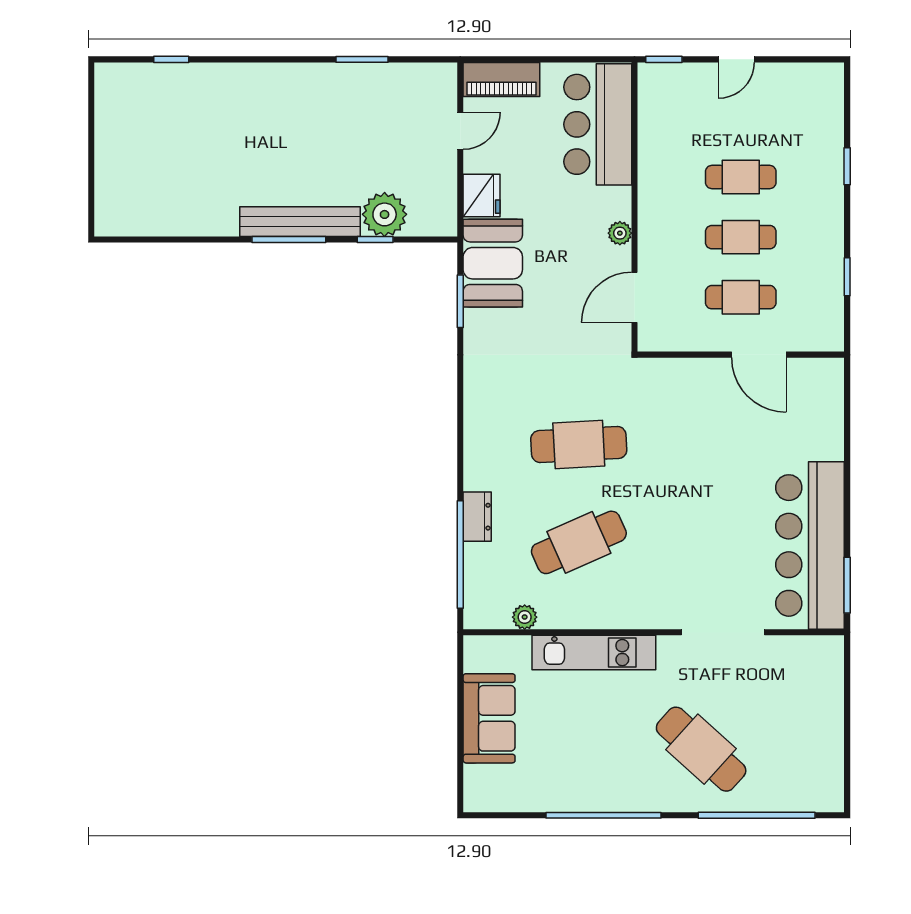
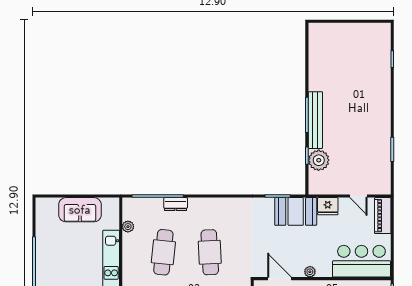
cafe table: (579, 542) -> (163, 252), turned 30

